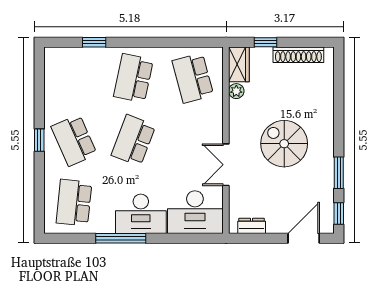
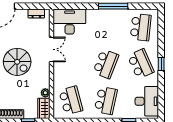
desk: (141, 214) -> (147, 101), moved, turned 90

